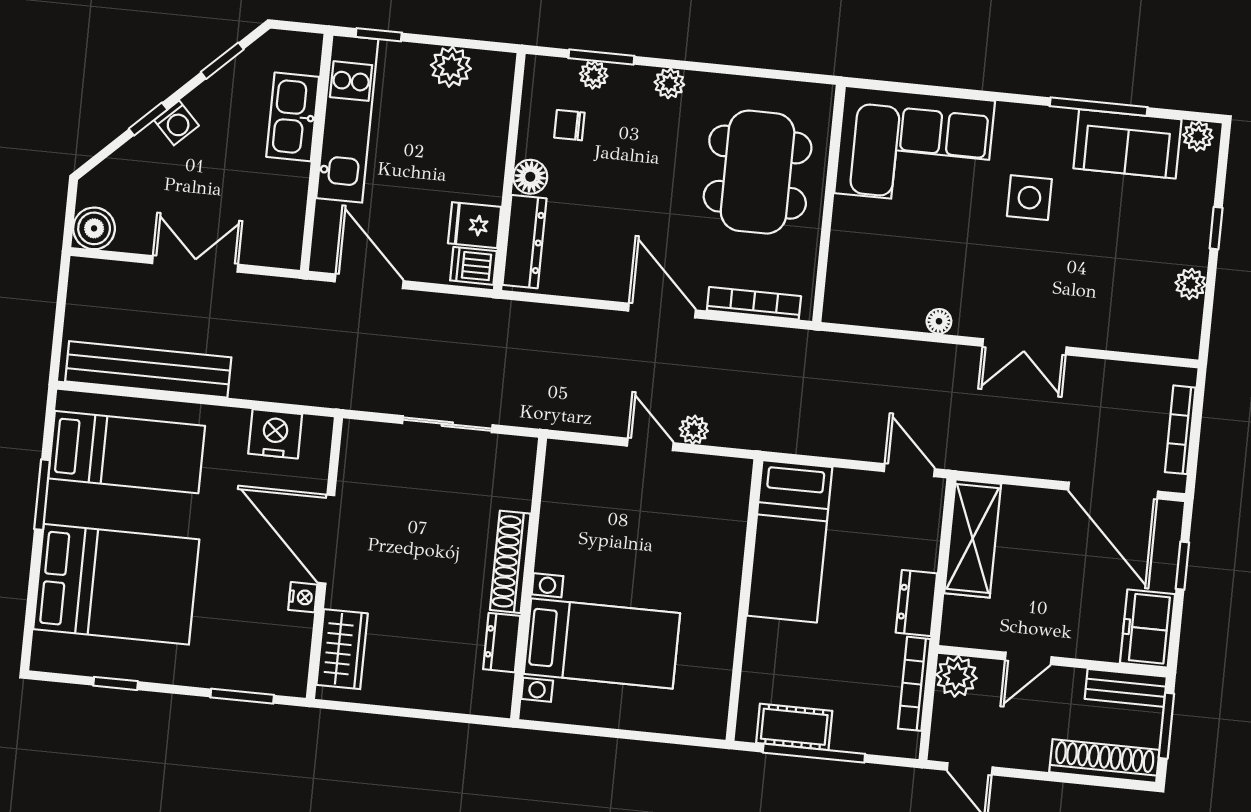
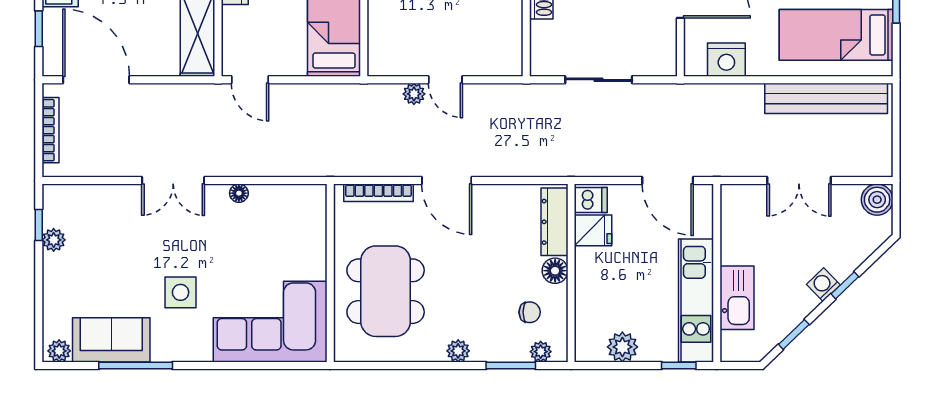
plant: (594, 75) -> (541, 352), moved
window: (1216, 228) -> (39, 225), moved
double door: (1024, 347) -> (173, 181), swing flipped

